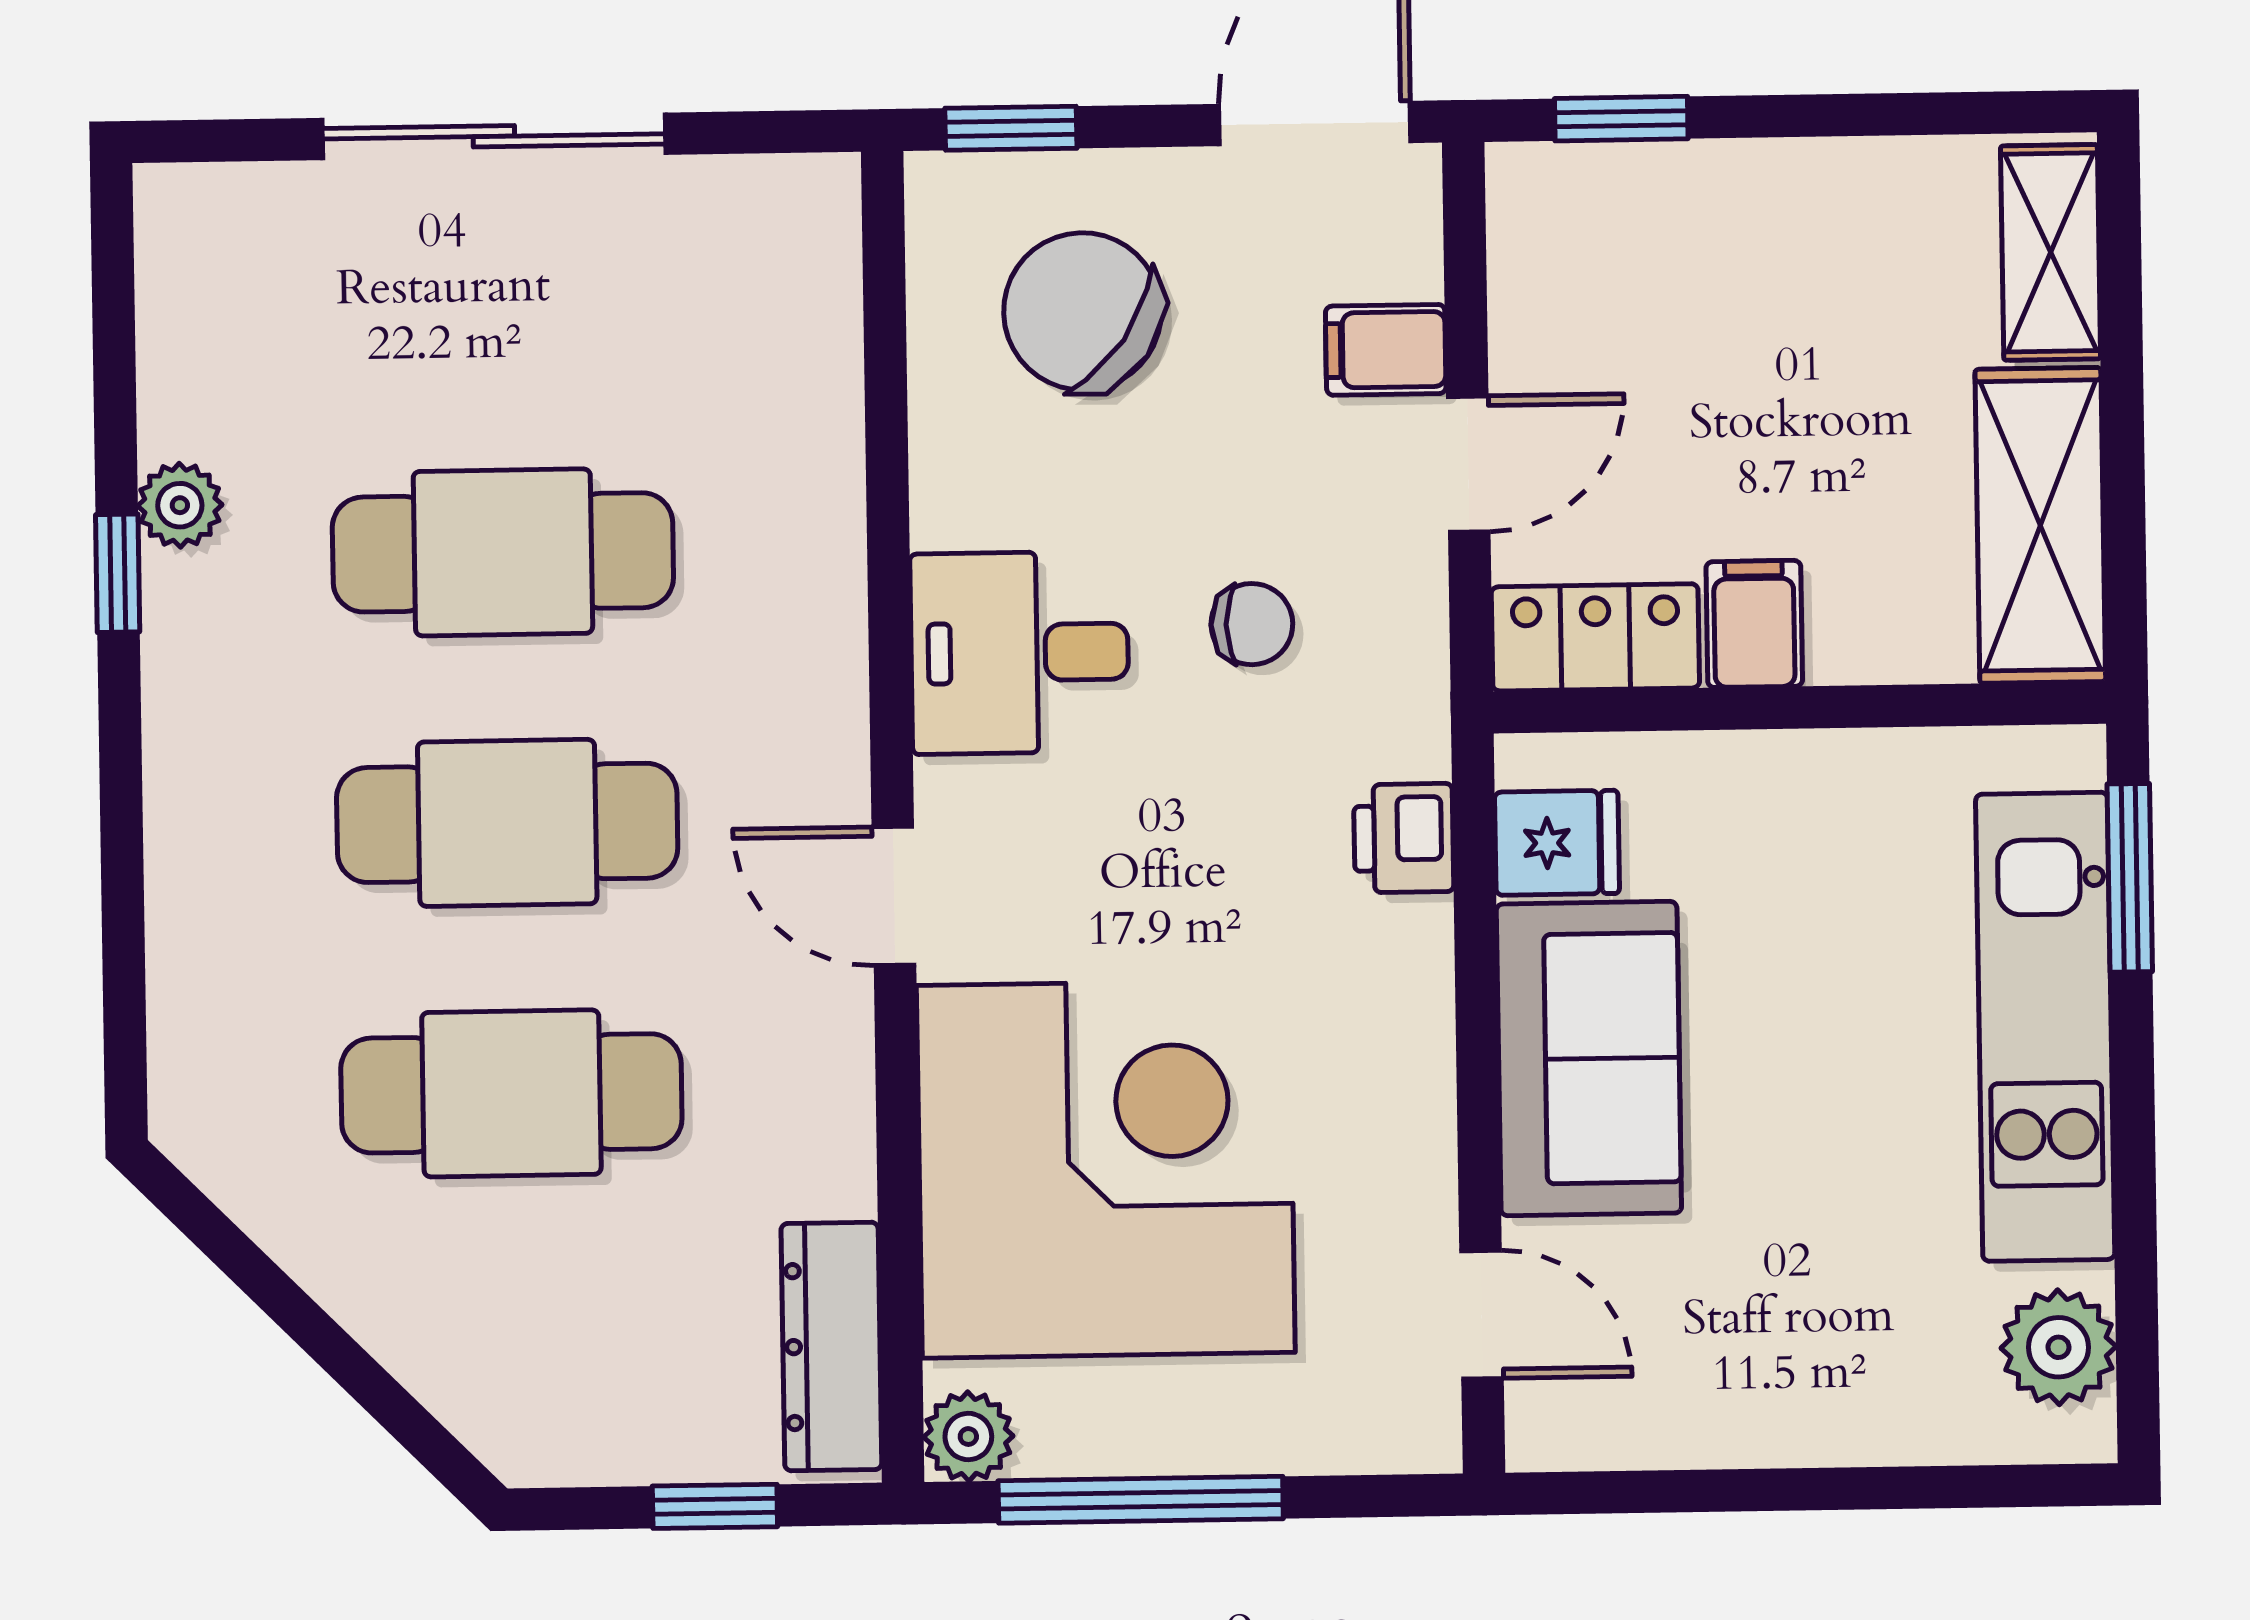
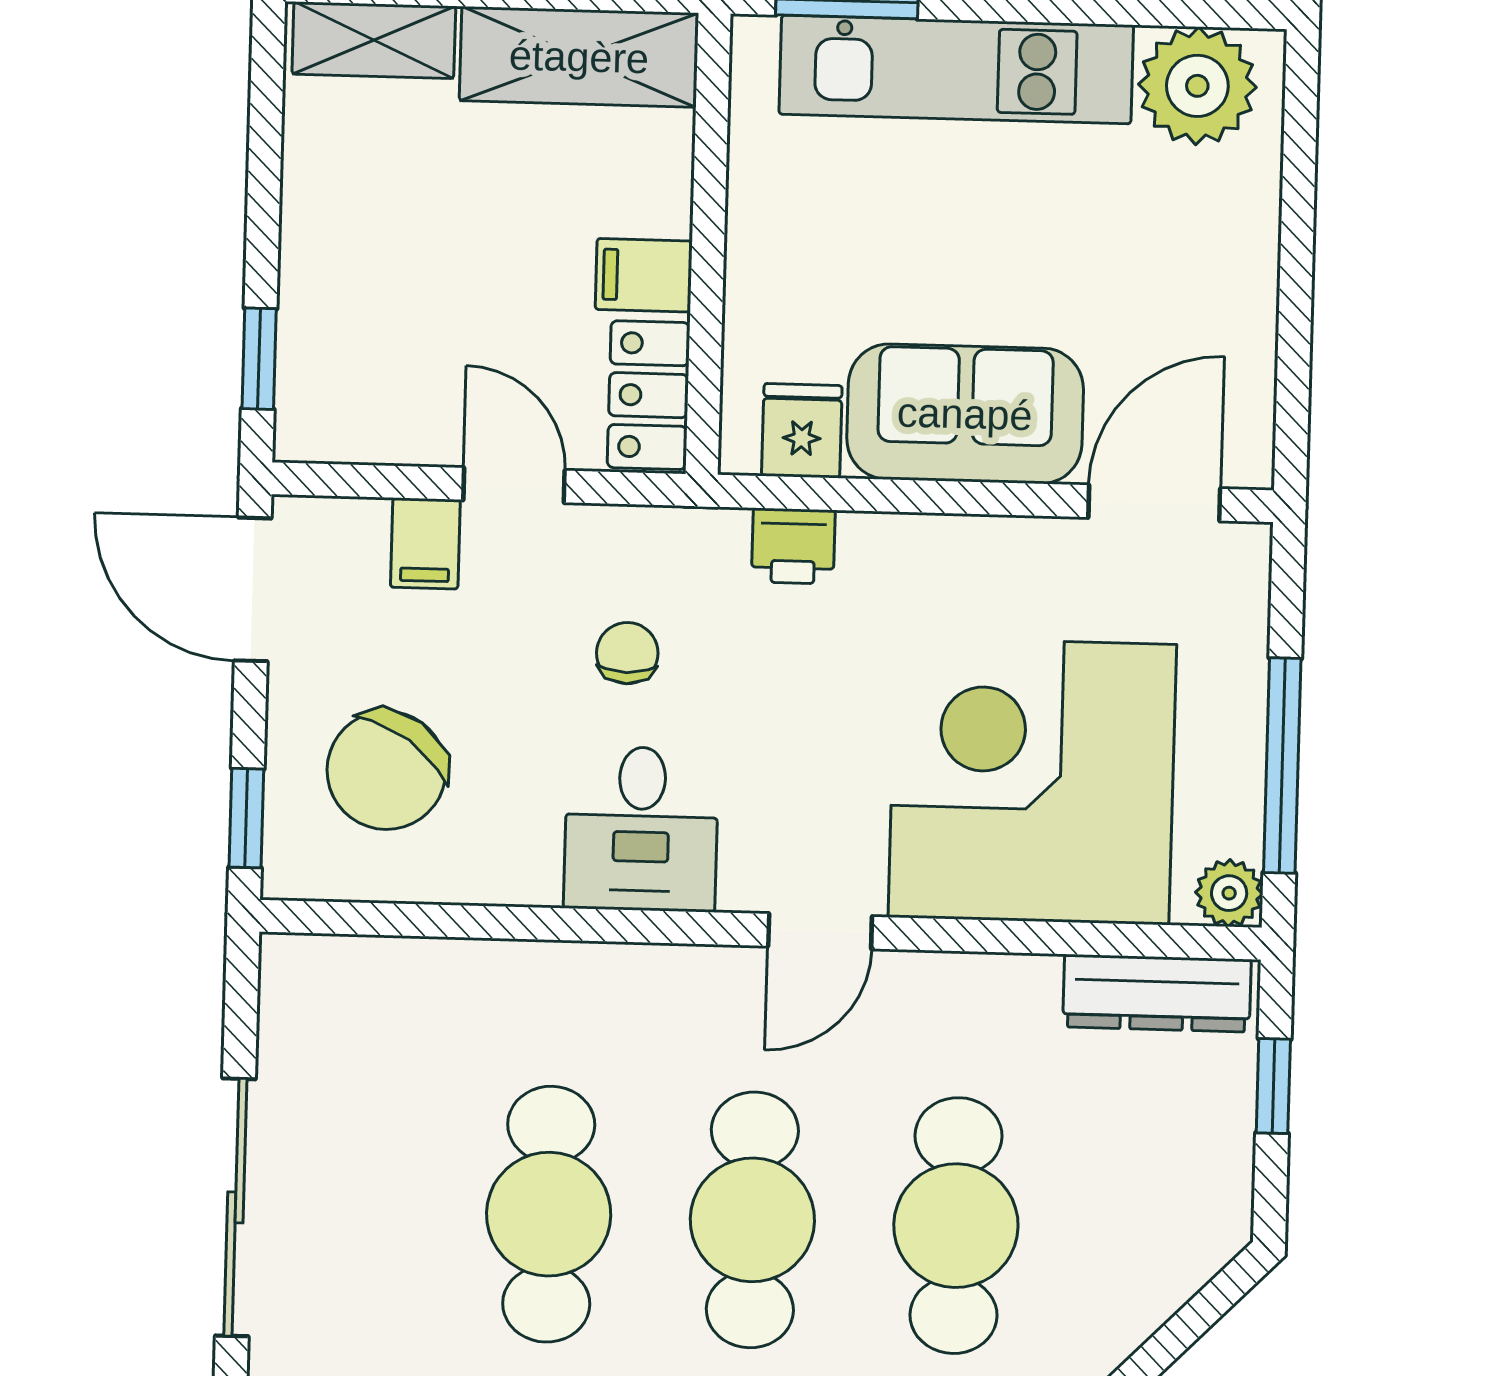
door: (1482, 1315) -> (1154, 503), width x1.38
plant: (2058, 1347) -> (1197, 86), width x1.36, depth x1.36

